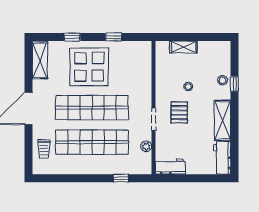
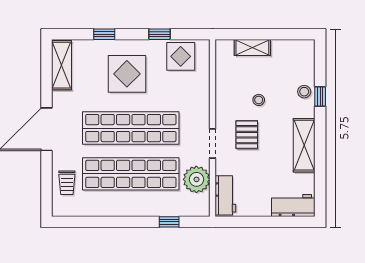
display table: (130, 54) -> (181, 56), added
display table: (89, 67) -> (127, 74), width x0.73, depth x0.73
plant: (146, 146) -> (196, 179), width x1.88, depth x1.88
workbench: (222, 158) -> (293, 206), moved, turned 90
workbench: (170, 167) -> (225, 195), moved, turned 90

